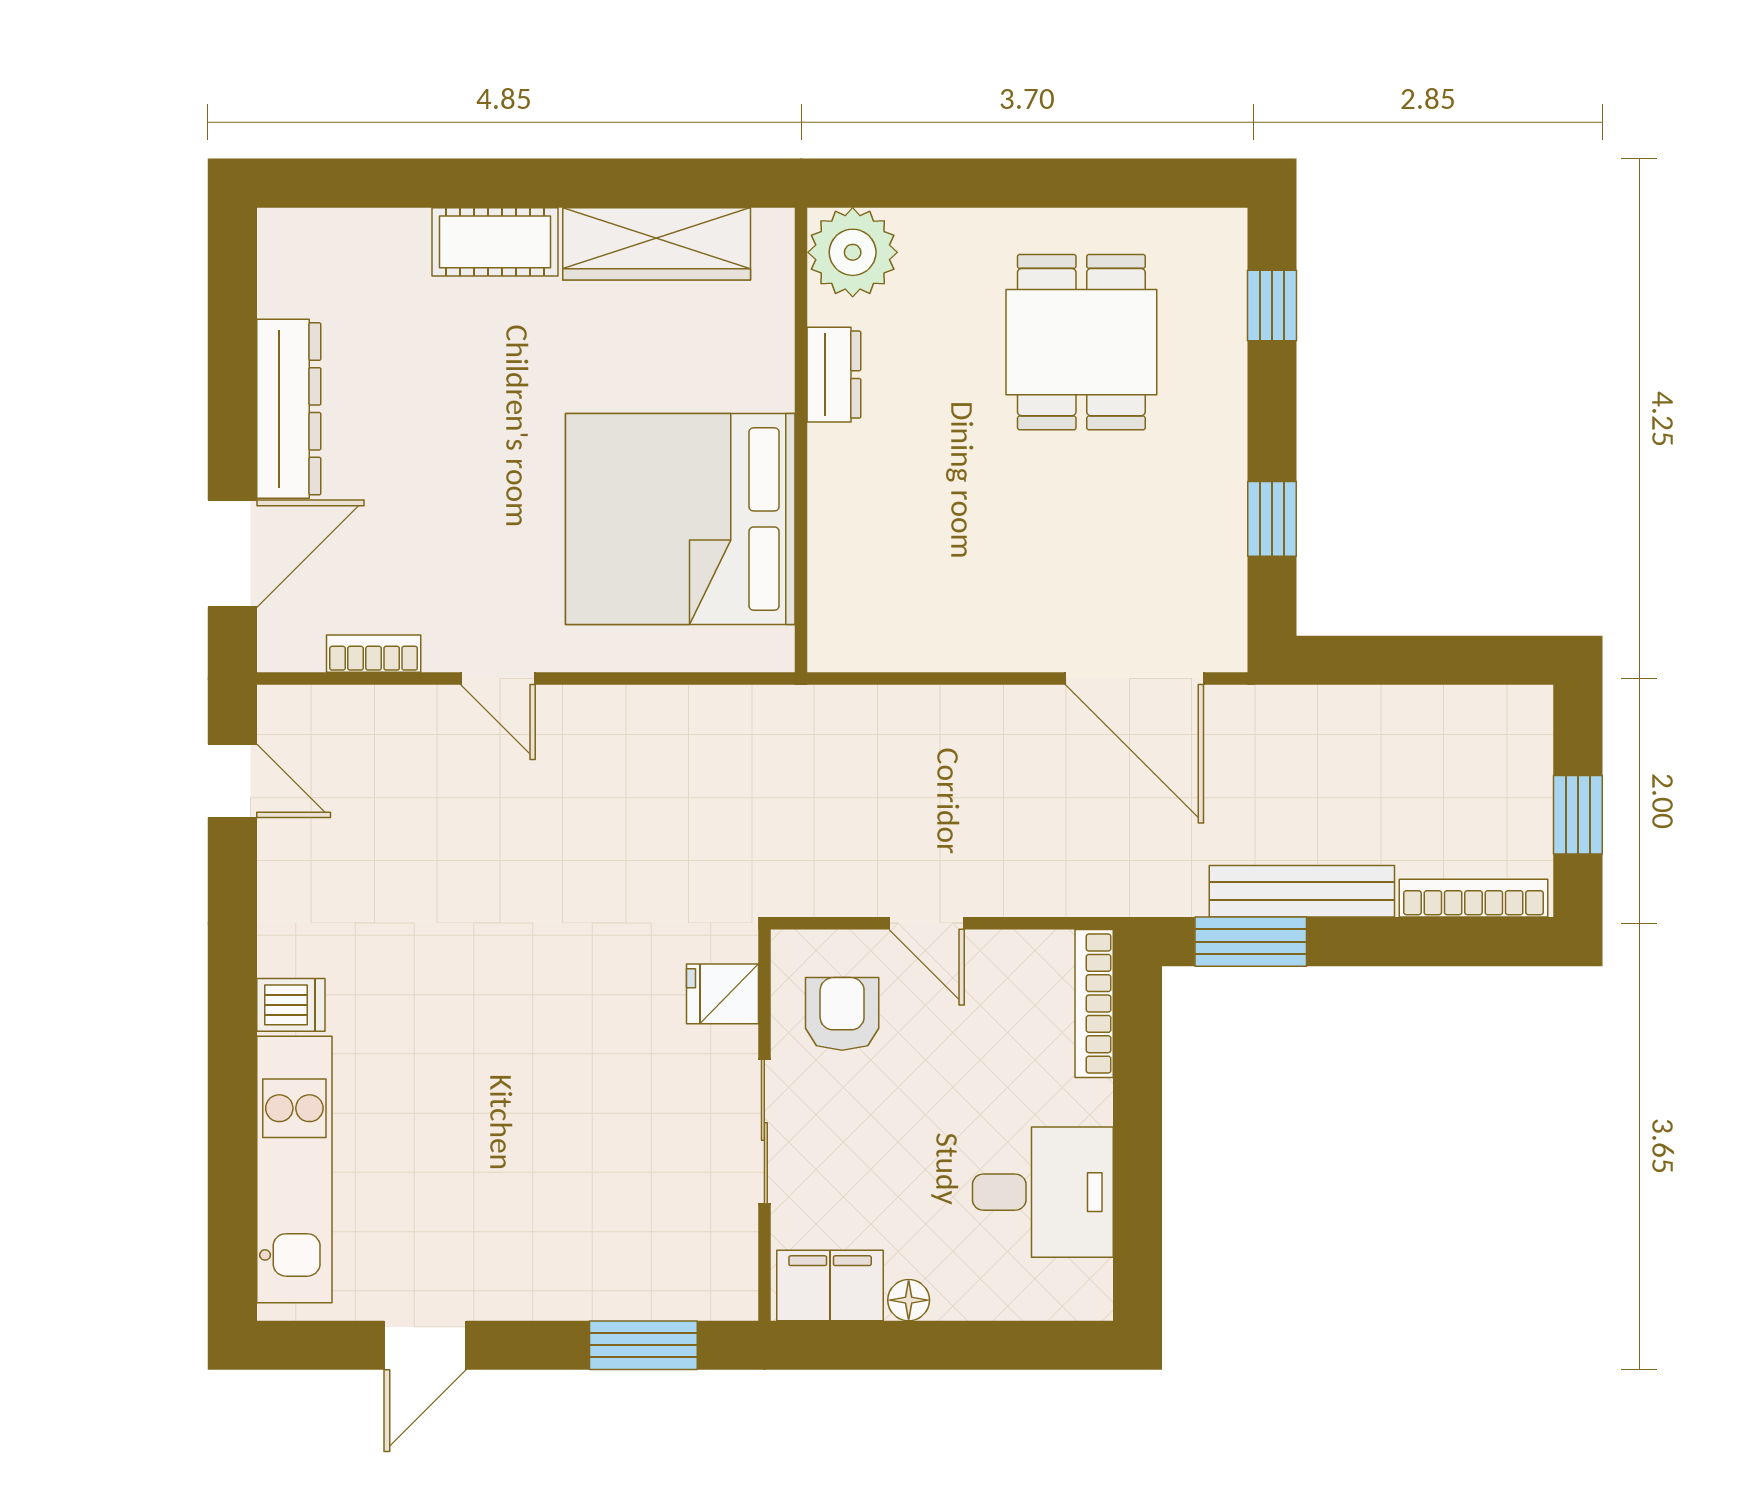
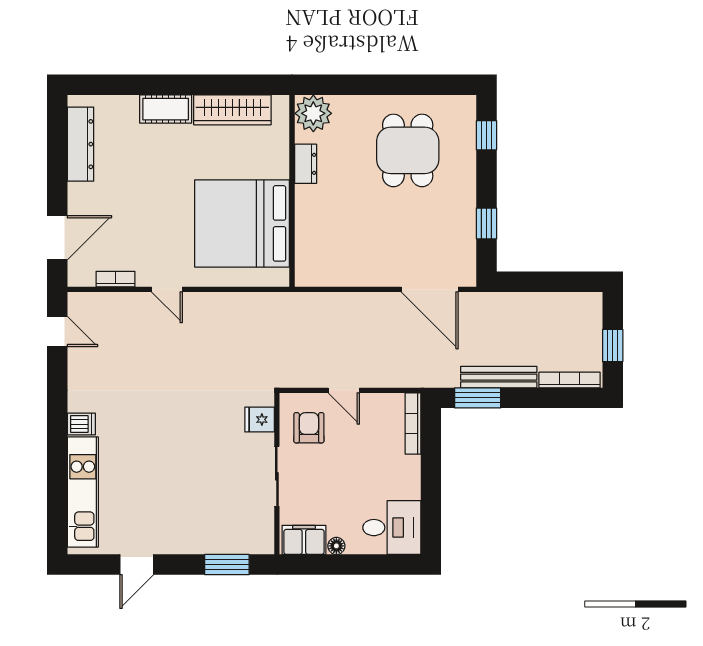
dresser: (289, 409) -> (80, 144), moved
desk: (1043, 1192) -> (392, 528), moved

